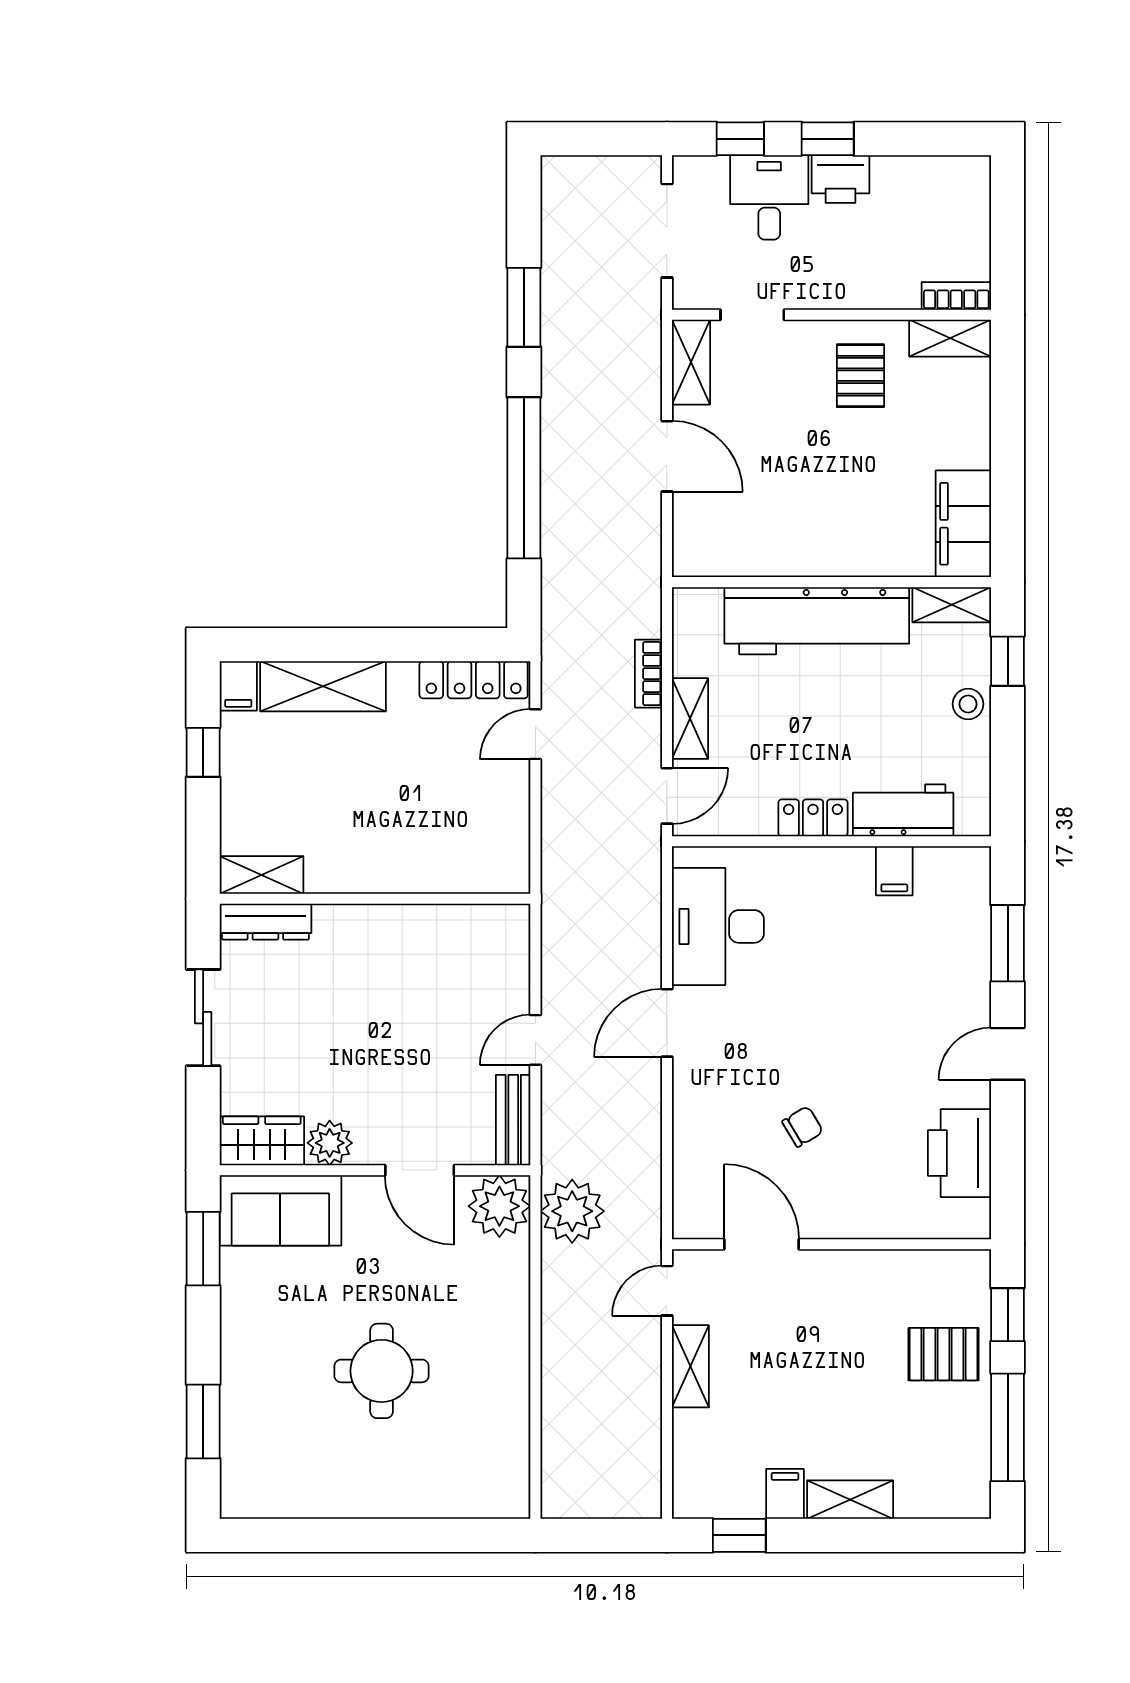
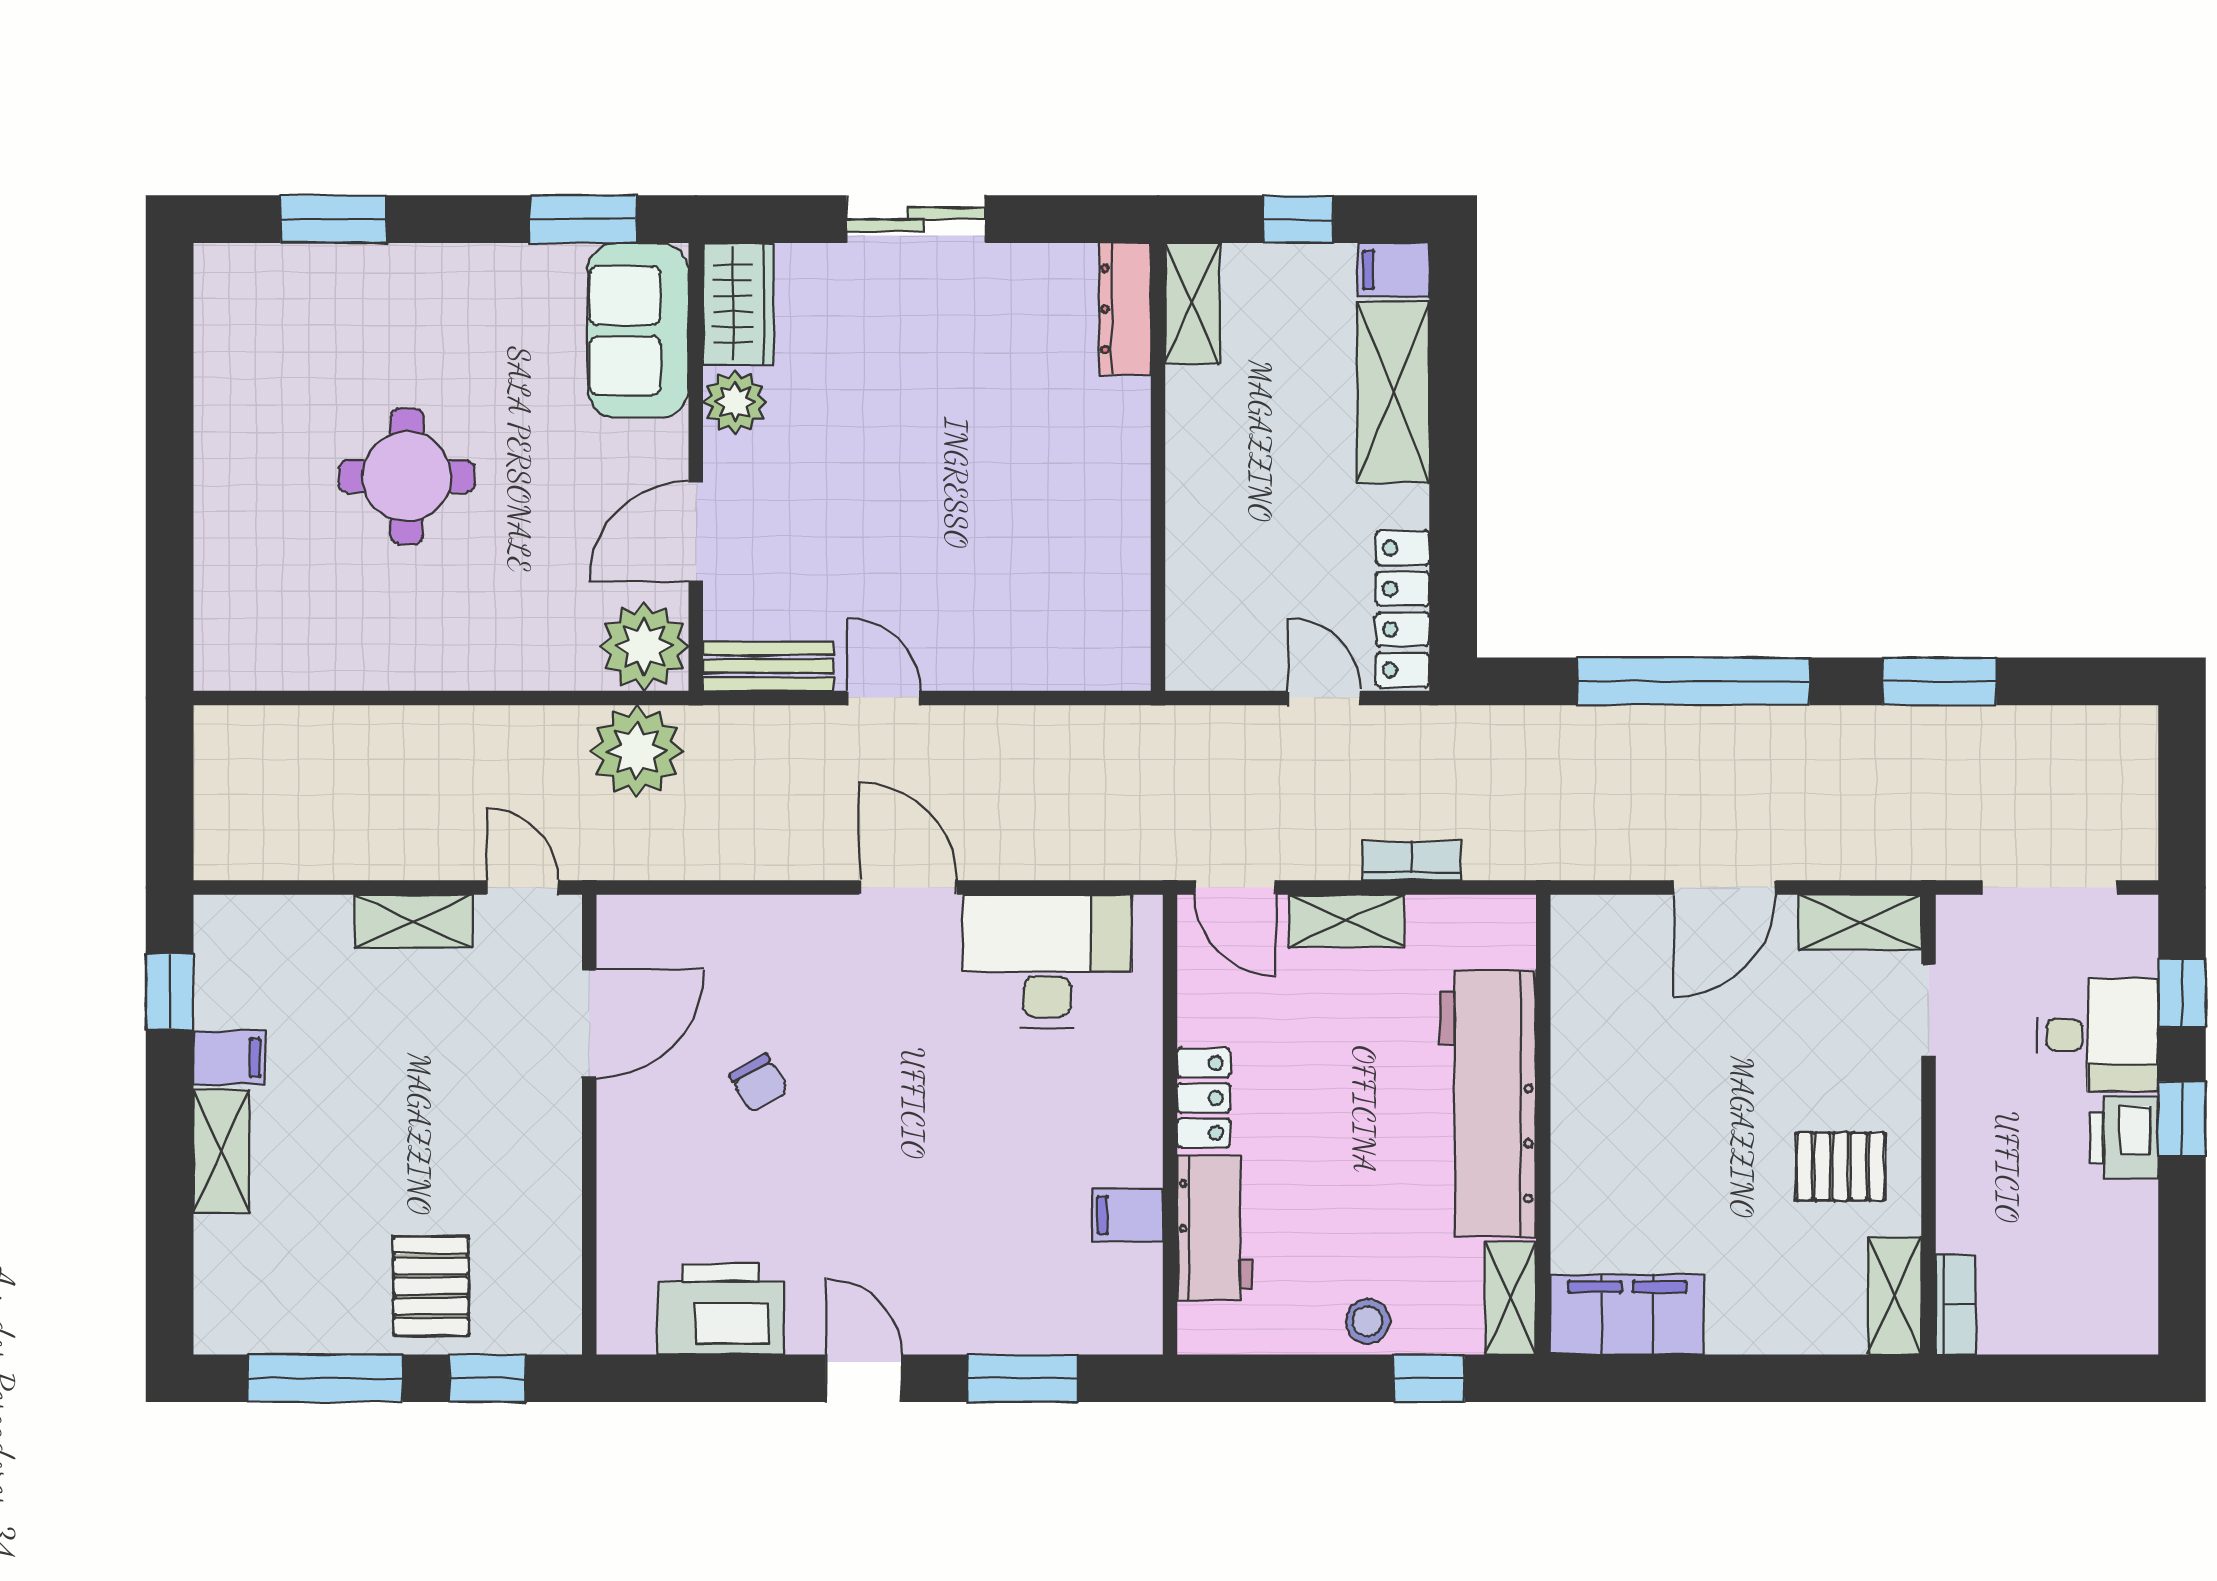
shelving: (261, 875) -> (1192, 303), moved
wall: (375, 899) -> (1158, 467), moved
dresser: (265, 922) -> (1125, 309), moved

